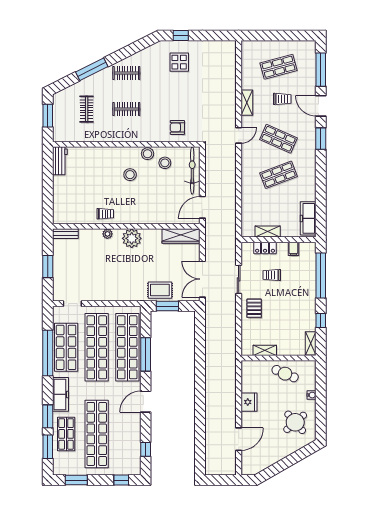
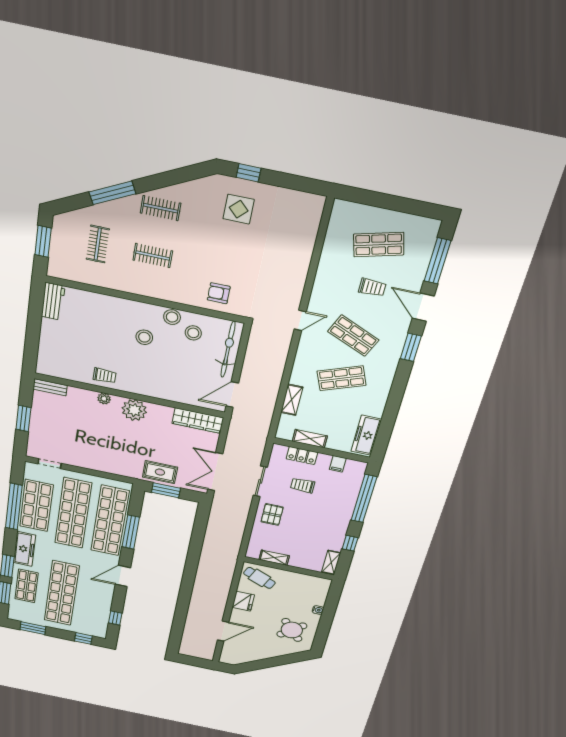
shelving: (247, 103) -> (292, 400), moved
cafe table: (285, 374) -> (259, 578), moved

